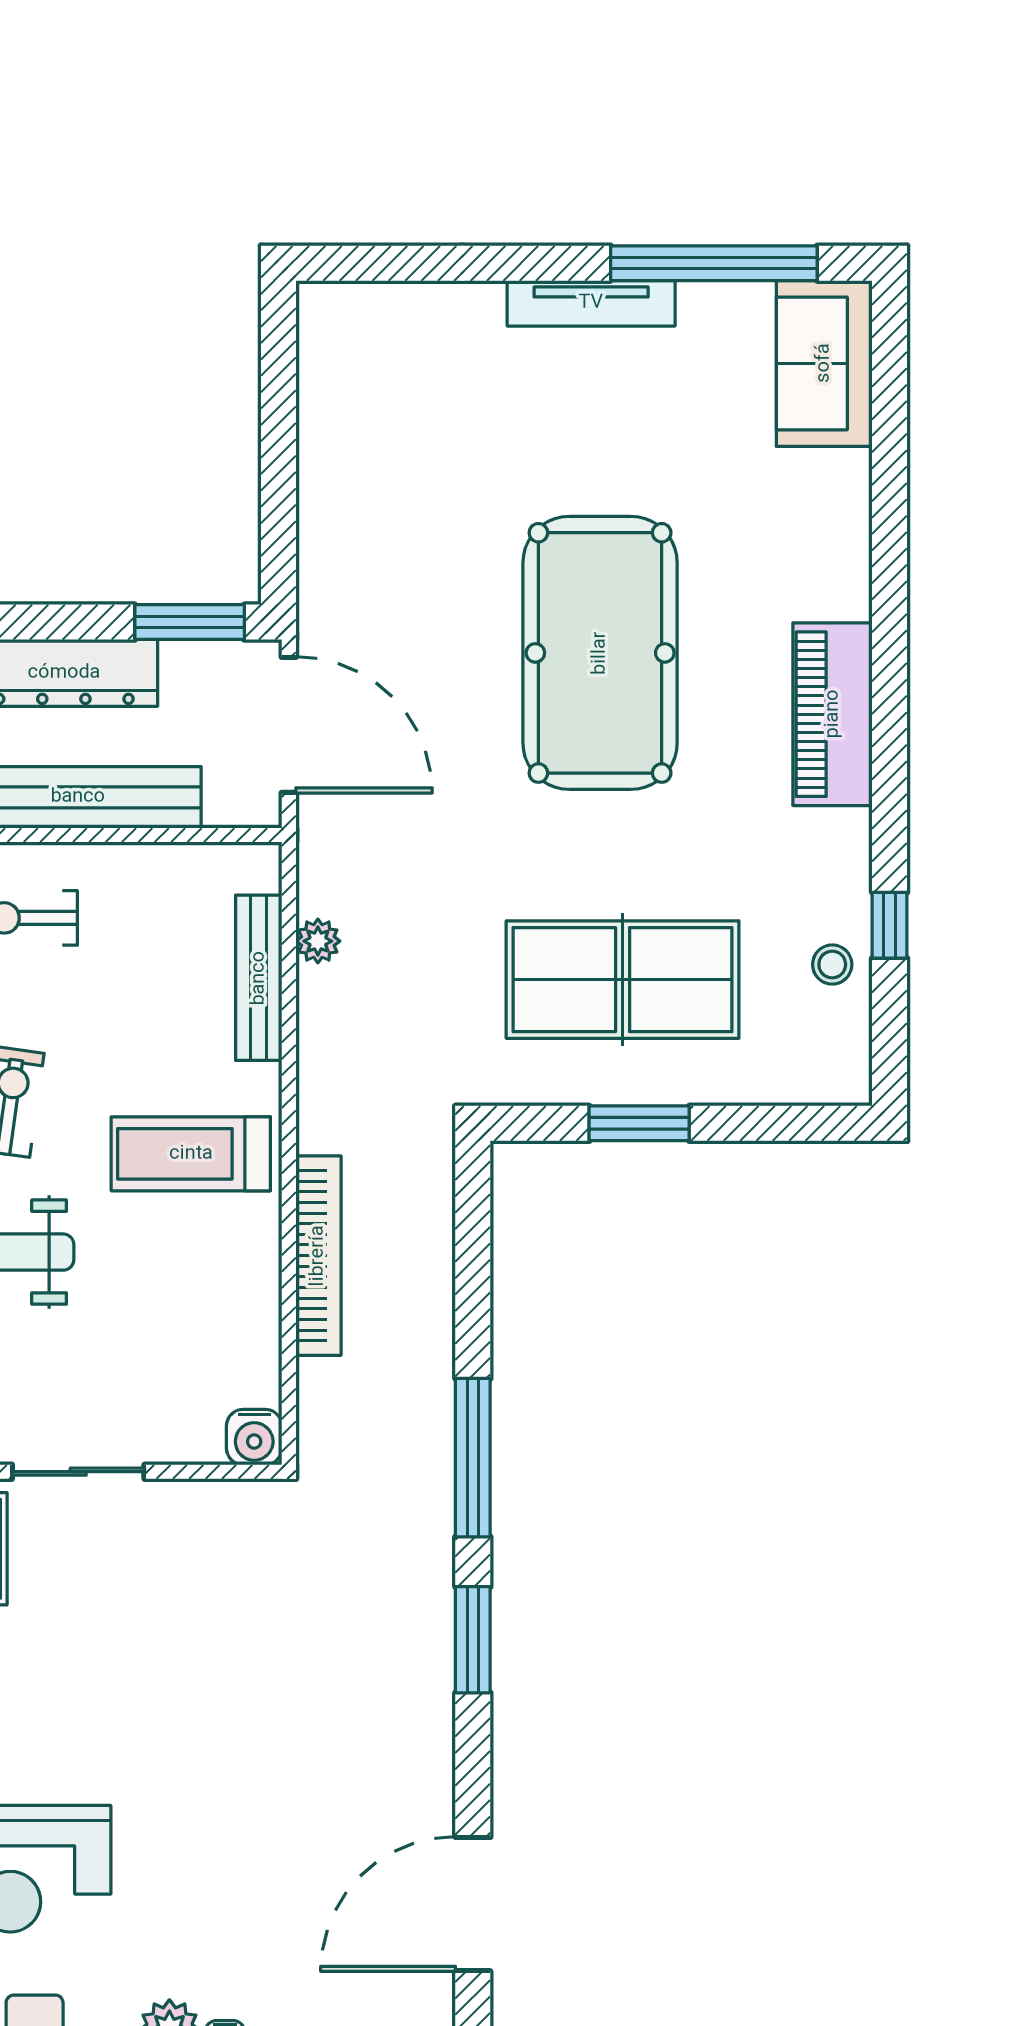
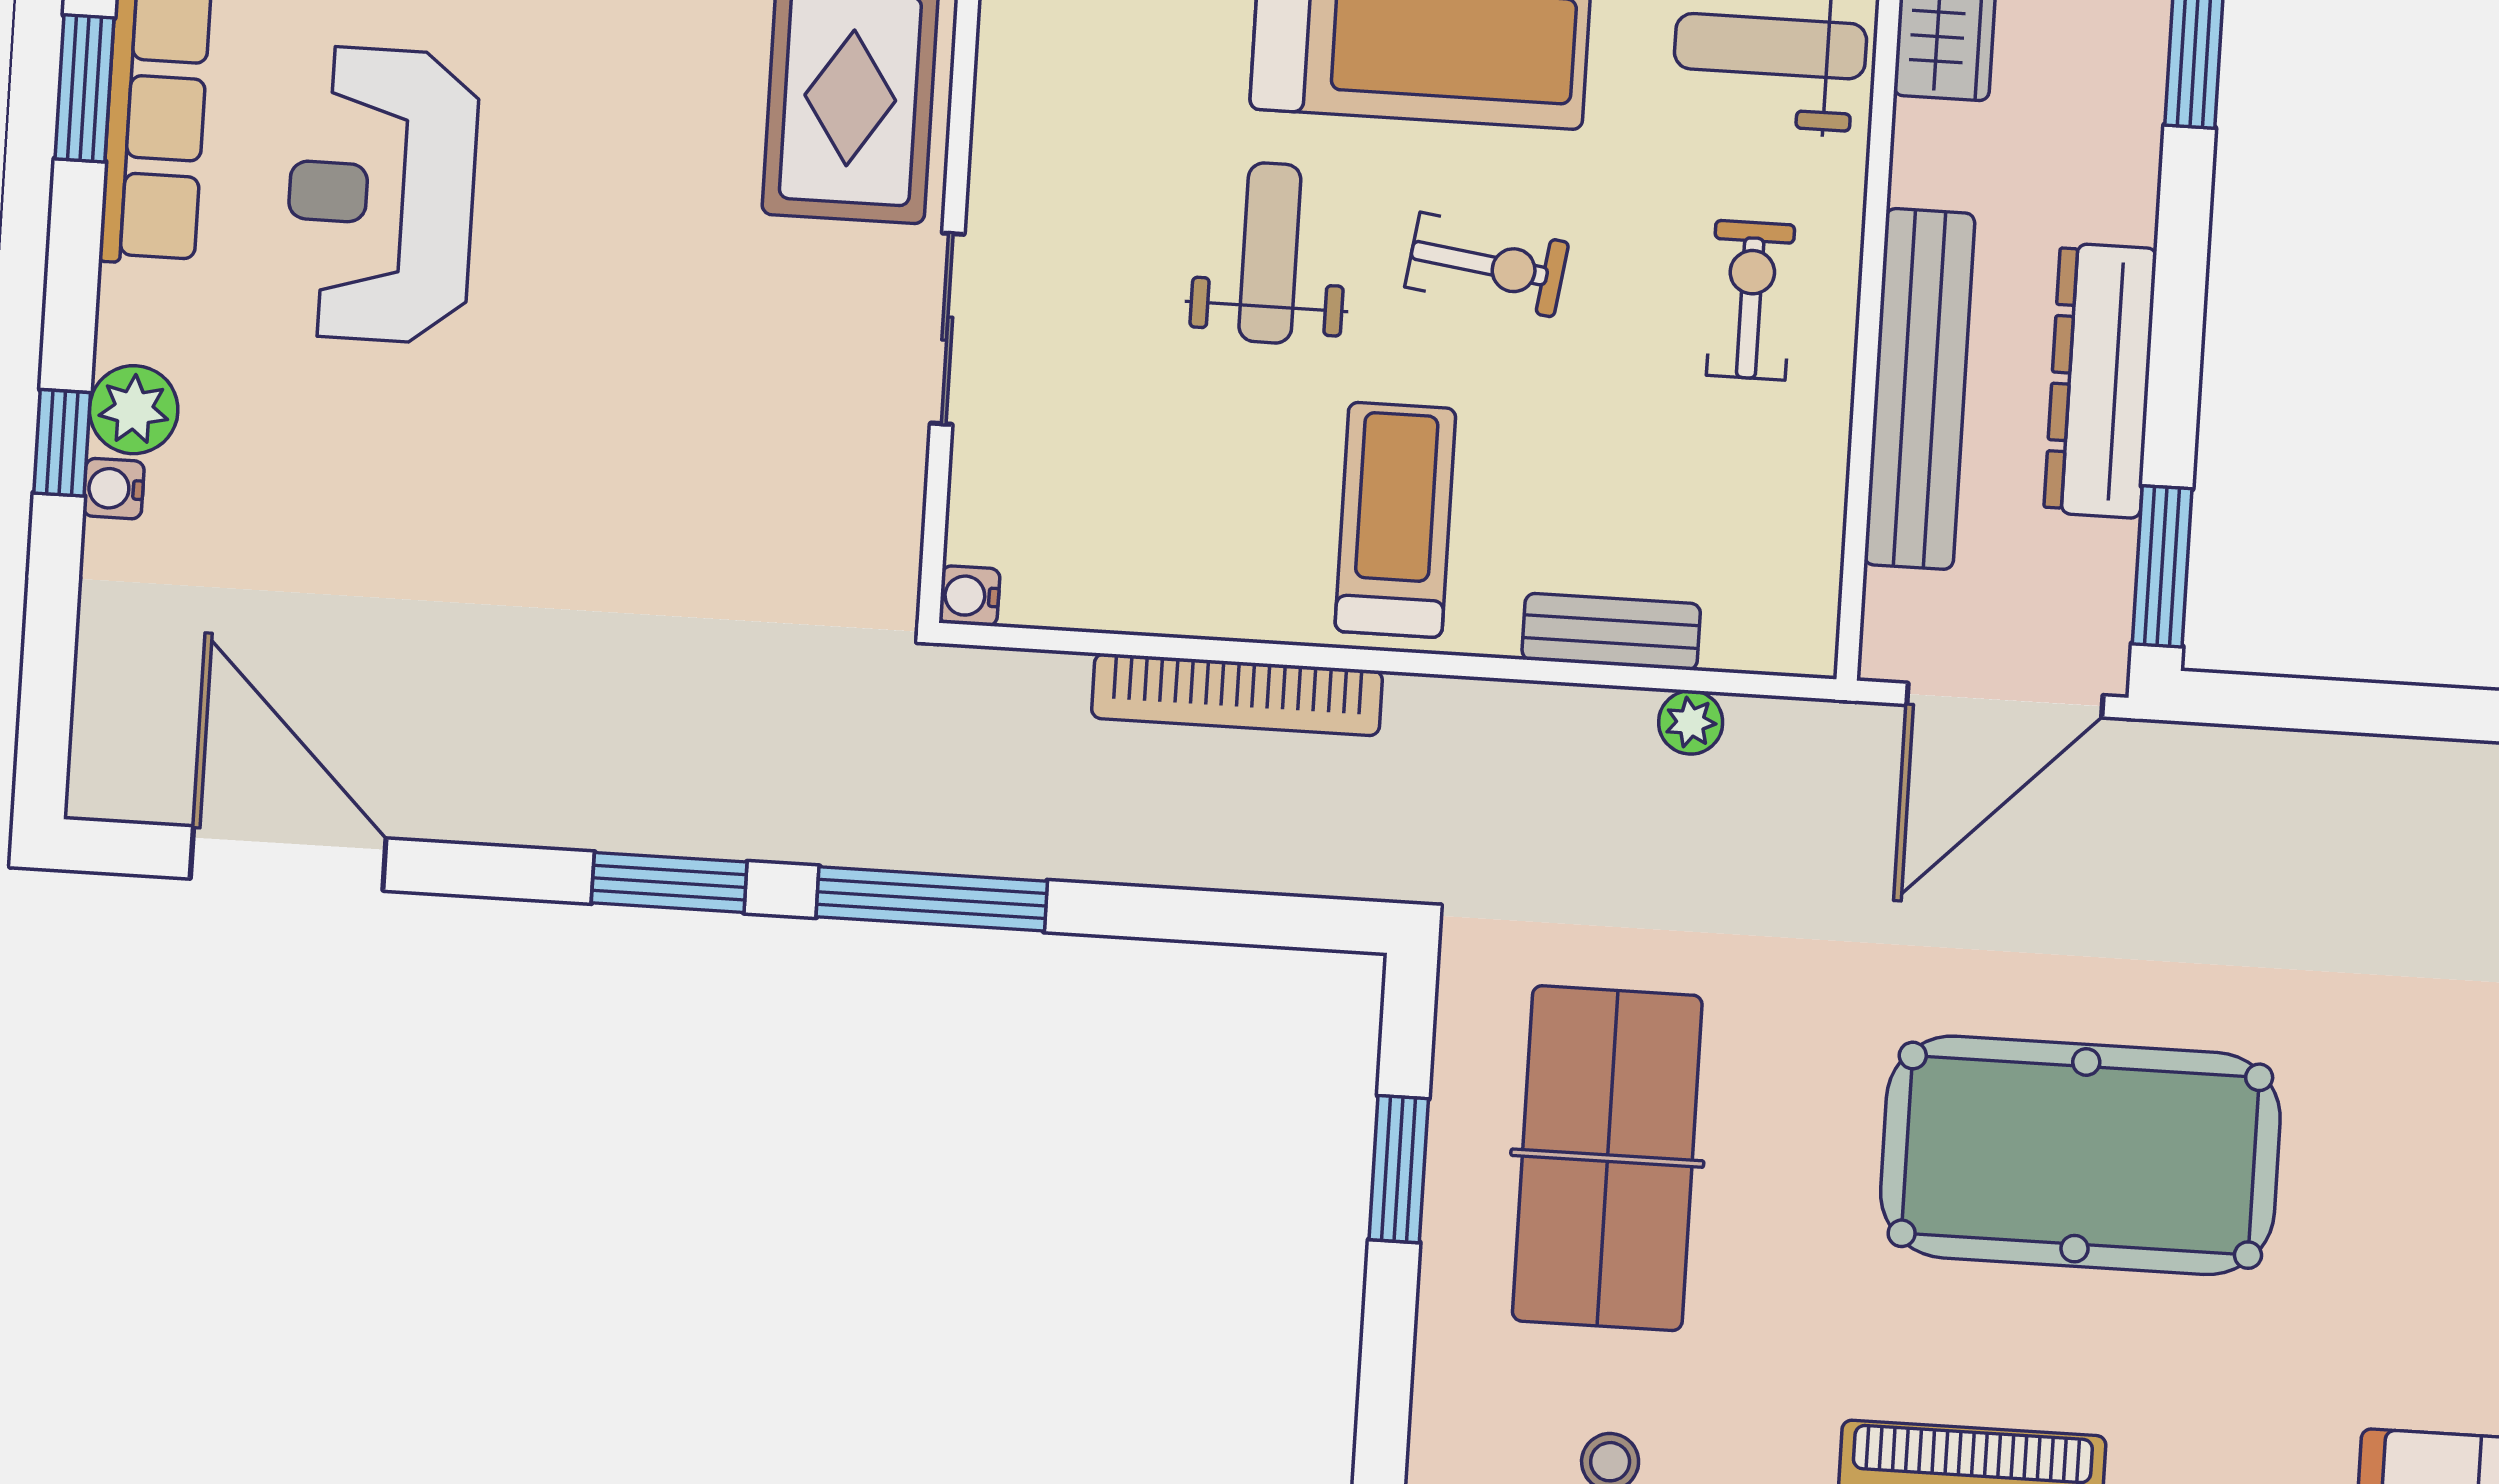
bench: (259, 978) -> (1611, 632), width x0.73
water cooler: (254, 1437) -> (969, 596), width x0.72, depth x0.72

